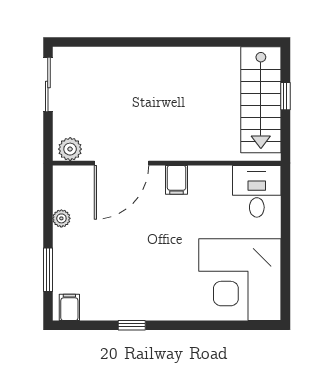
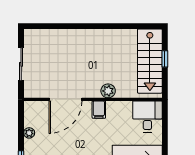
sliding door: (48, 85) -> (21, 64), moved
plant: (70, 149) -> (108, 91), moved

